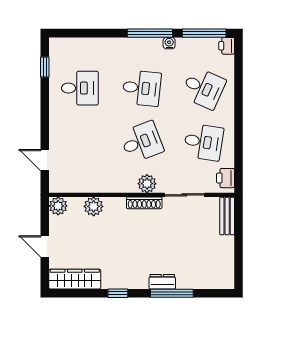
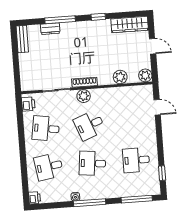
window: (204, 33) -> (137, 199), moved
desk: (203, 88) -> (49, 167), turned -33
bench: (227, 216) -> (22, 39), moved
dresser: (162, 282) -> (50, 29), moved

